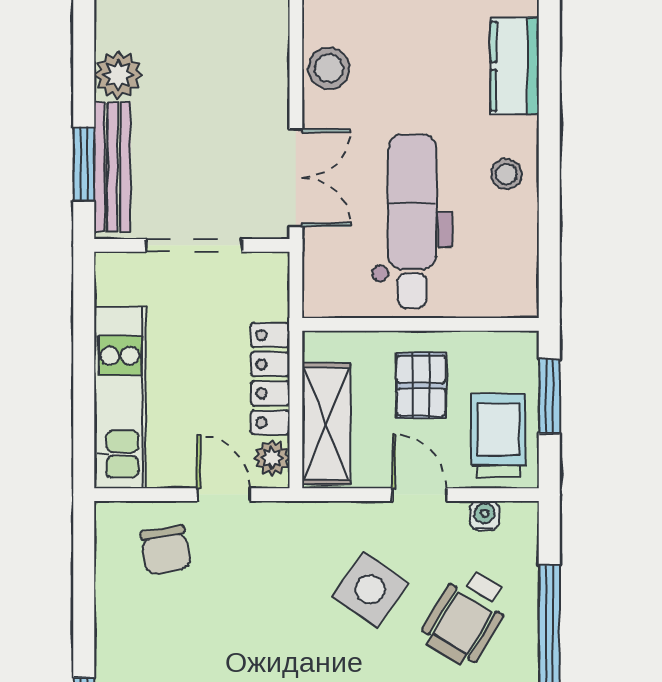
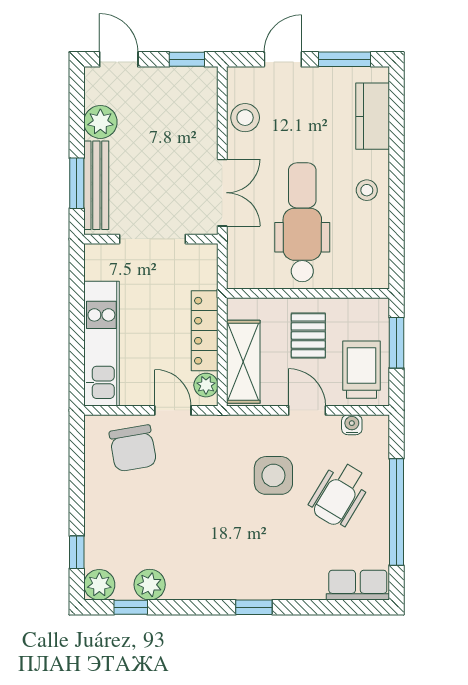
chair: (166, 550) -> (133, 448), width x1.37, depth x1.37
side table: (370, 590) -> (273, 475), turned -35

